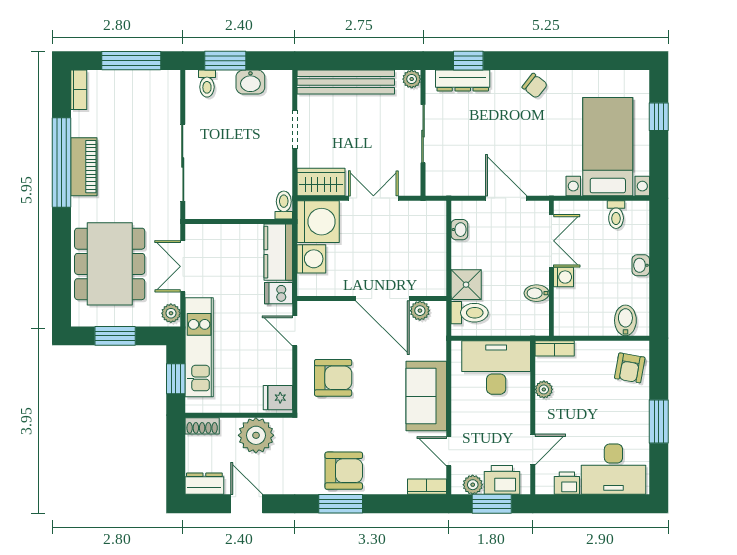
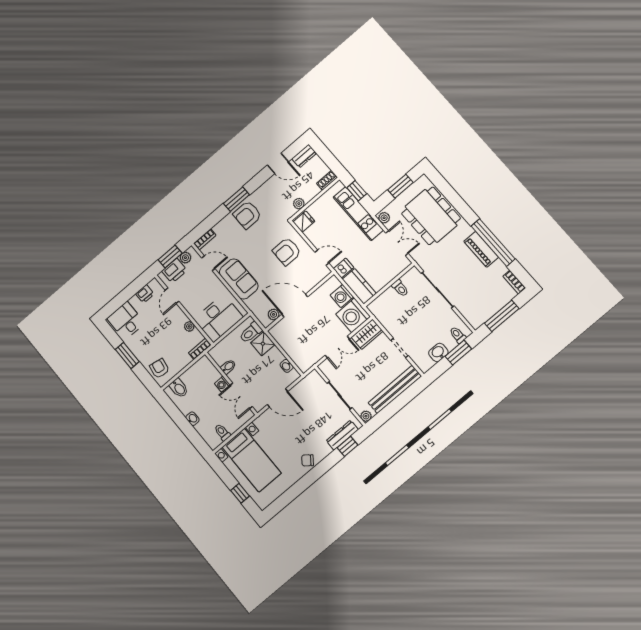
toilet: (284, 205) -> (400, 288), moved
plant: (256, 435) -> (299, 204), width x0.53, depth x0.53
desk: (613, 469) -> (126, 321), width x0.73

